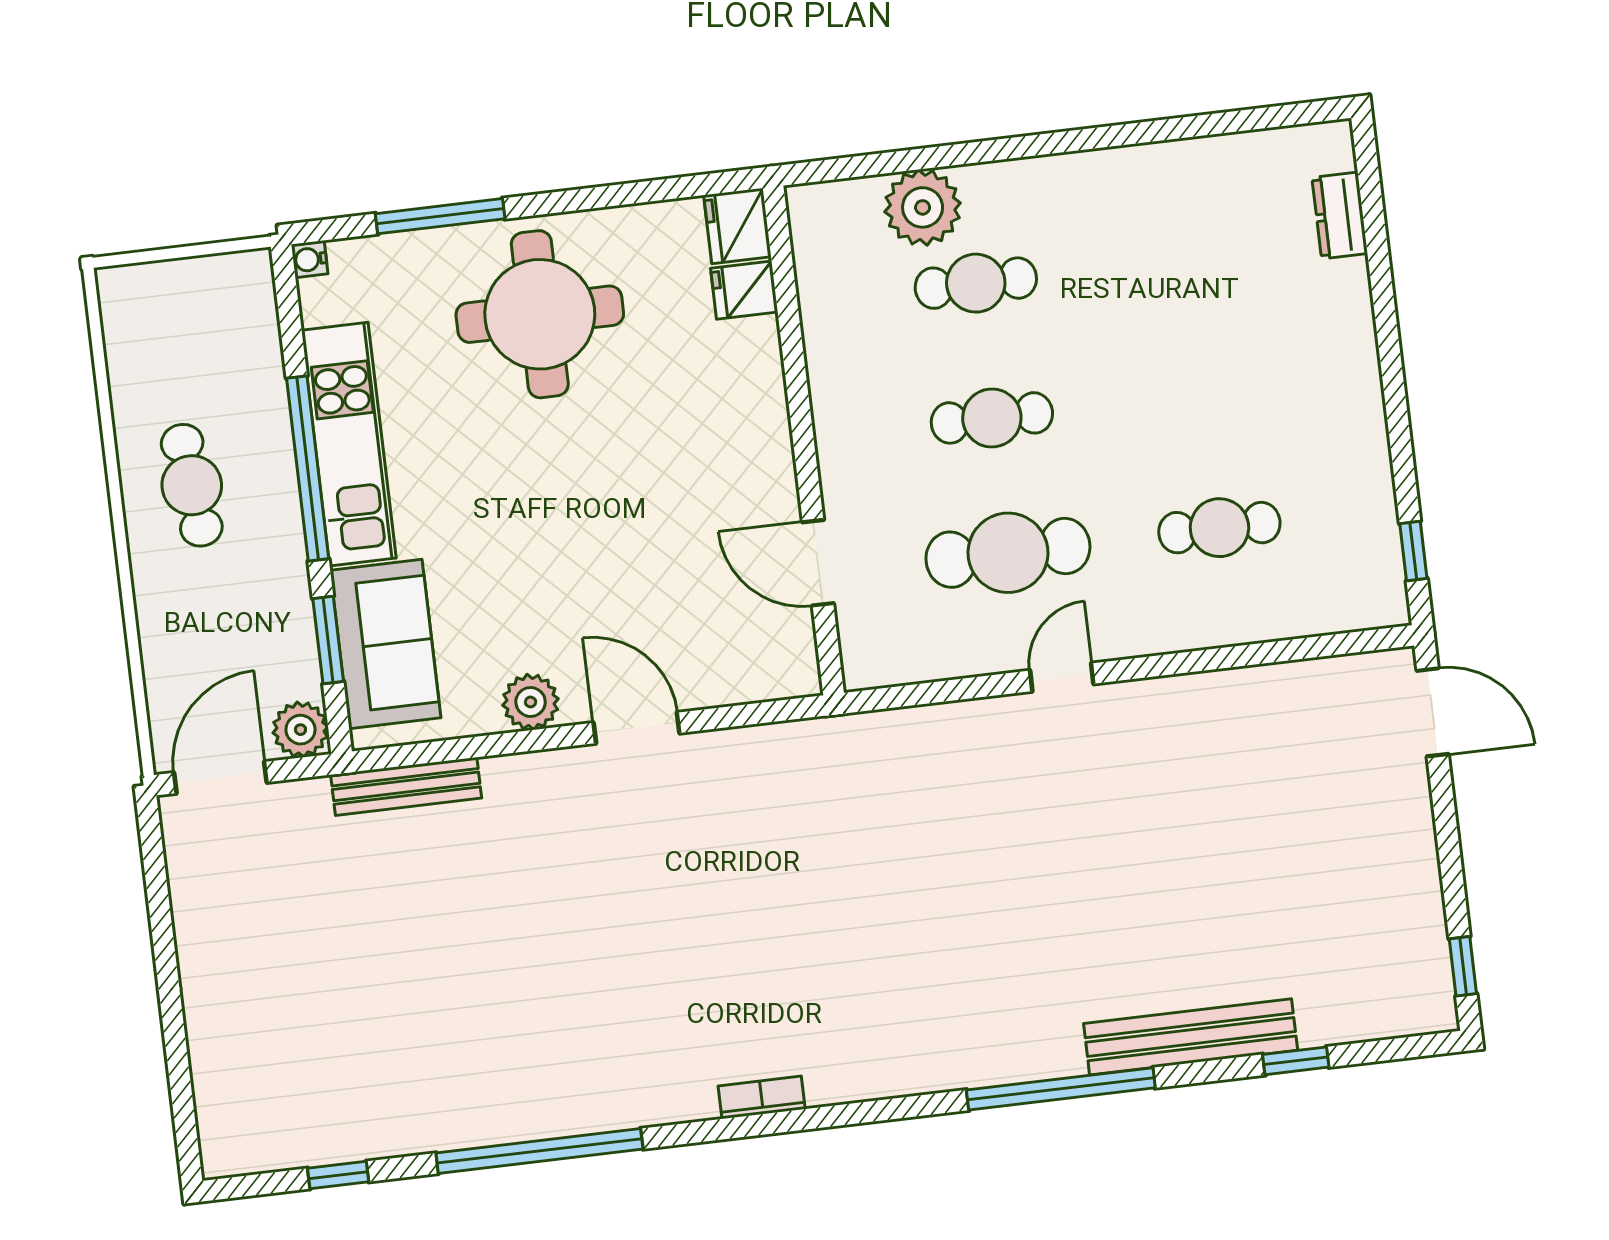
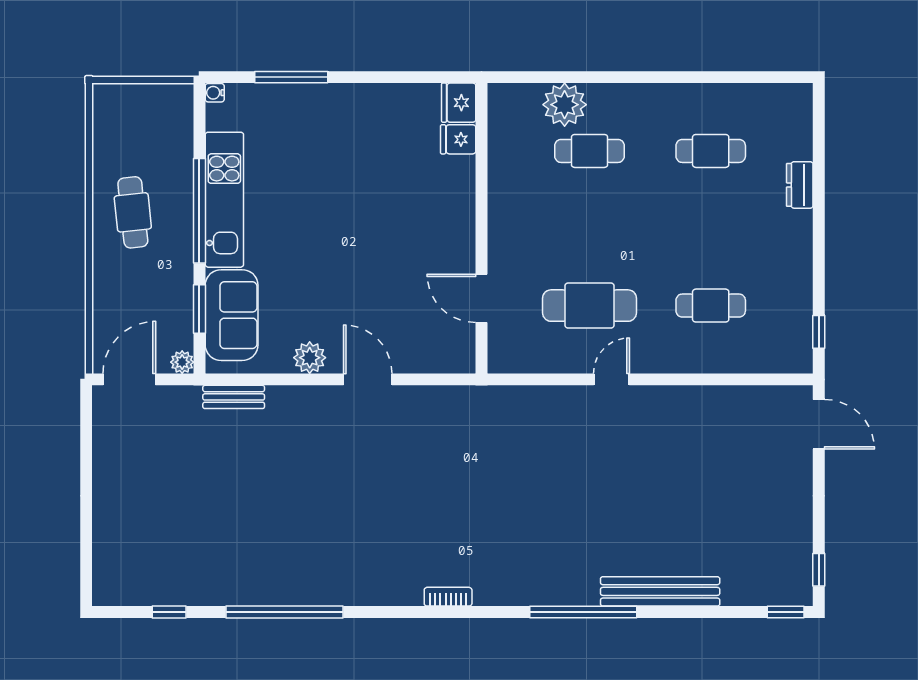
dresser: (1340, 216) -> (800, 185), moved
round table: (540, 314) -> (341, 139), removed
cafe table: (992, 418) -> (711, 151), moved
plant: (300, 730) -> (182, 362), width x0.73, depth x0.73
bench: (406, 786) -> (234, 397), width x0.73
window: (1296, 1061) -> (786, 612), moved
bookcase: (762, 1097) -> (448, 597), moved

